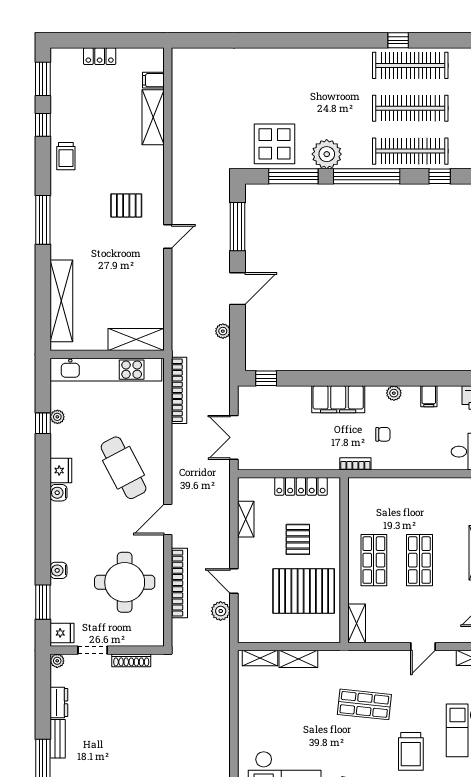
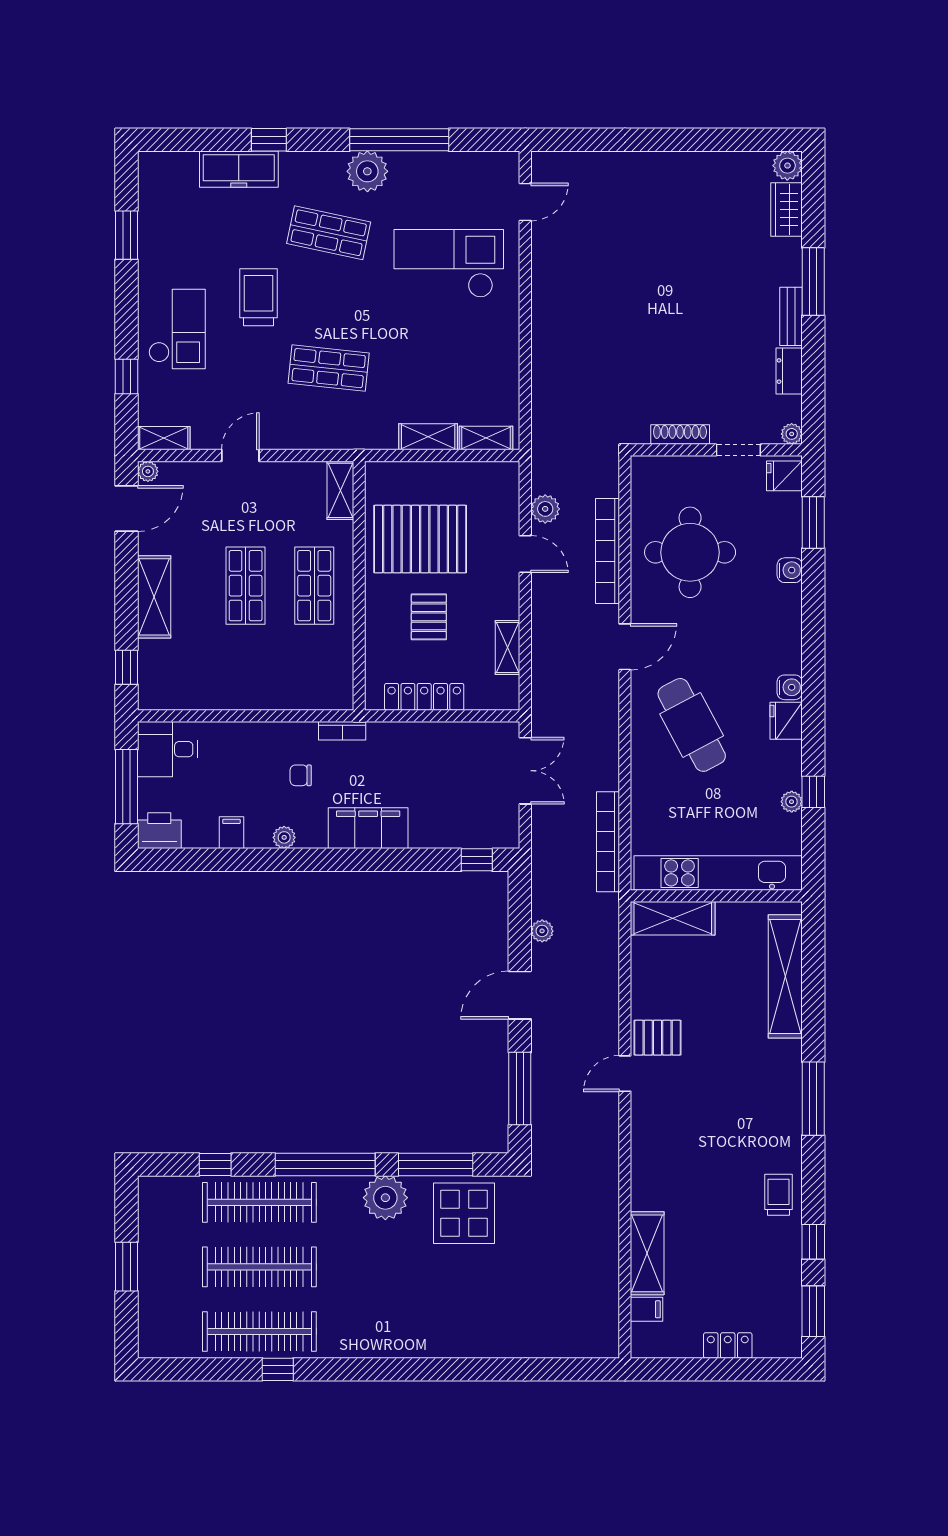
pallet: (126, 205) -> (658, 1038), moved

